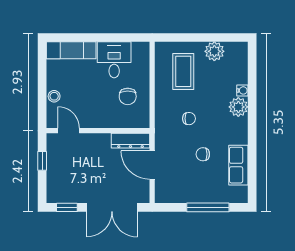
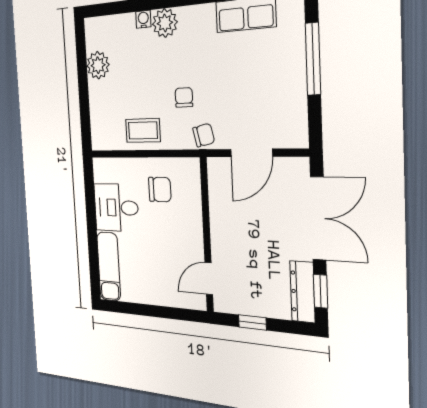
coffee table: (183, 71) -> (143, 130), moved, width x0.73, depth x0.77
stool: (54, 96) -> (165, 295), removed
dresser: (130, 141) -> (302, 292), moved, turned 180
chair: (203, 154) -> (204, 135), moved, turned -103

